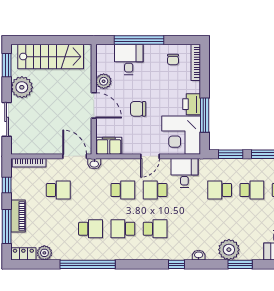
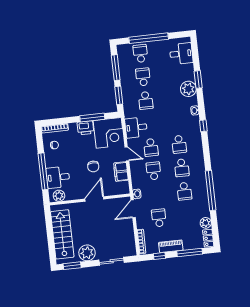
plant: (104, 81) -> (59, 196), moved
filing cabinet: (109, 146) -> (121, 172), moved
piano: (18, 216) -> (171, 246), moved
school desk: (91, 229) -> (184, 191), turned 180
school desk: (155, 229) -> (179, 144), turned 180

